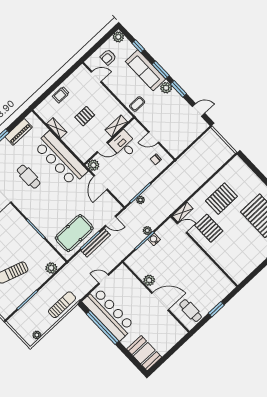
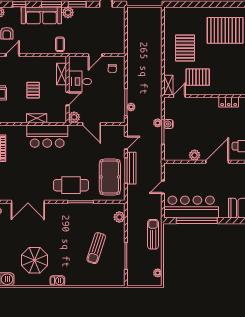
shelving: (57, 128) -> (37, 118), moved
bar counter: (61, 159) -> (47, 136), width x0.73
cafe table: (29, 177) -> (71, 185), moved, width x1.37, depth x1.35
locker: (212, 268) -> (229, 102), added

